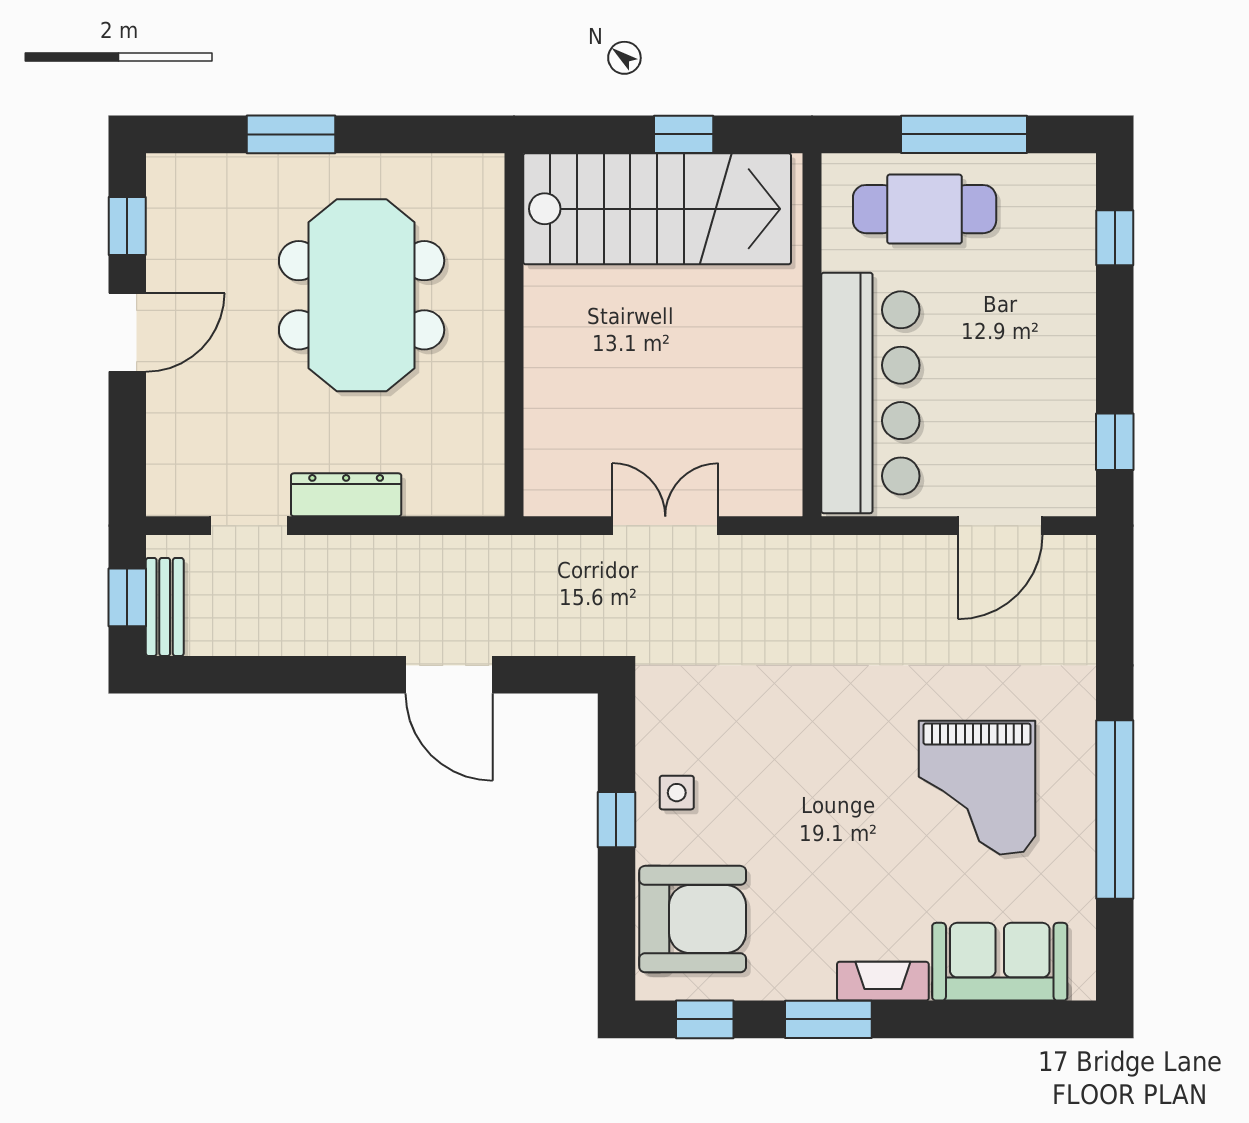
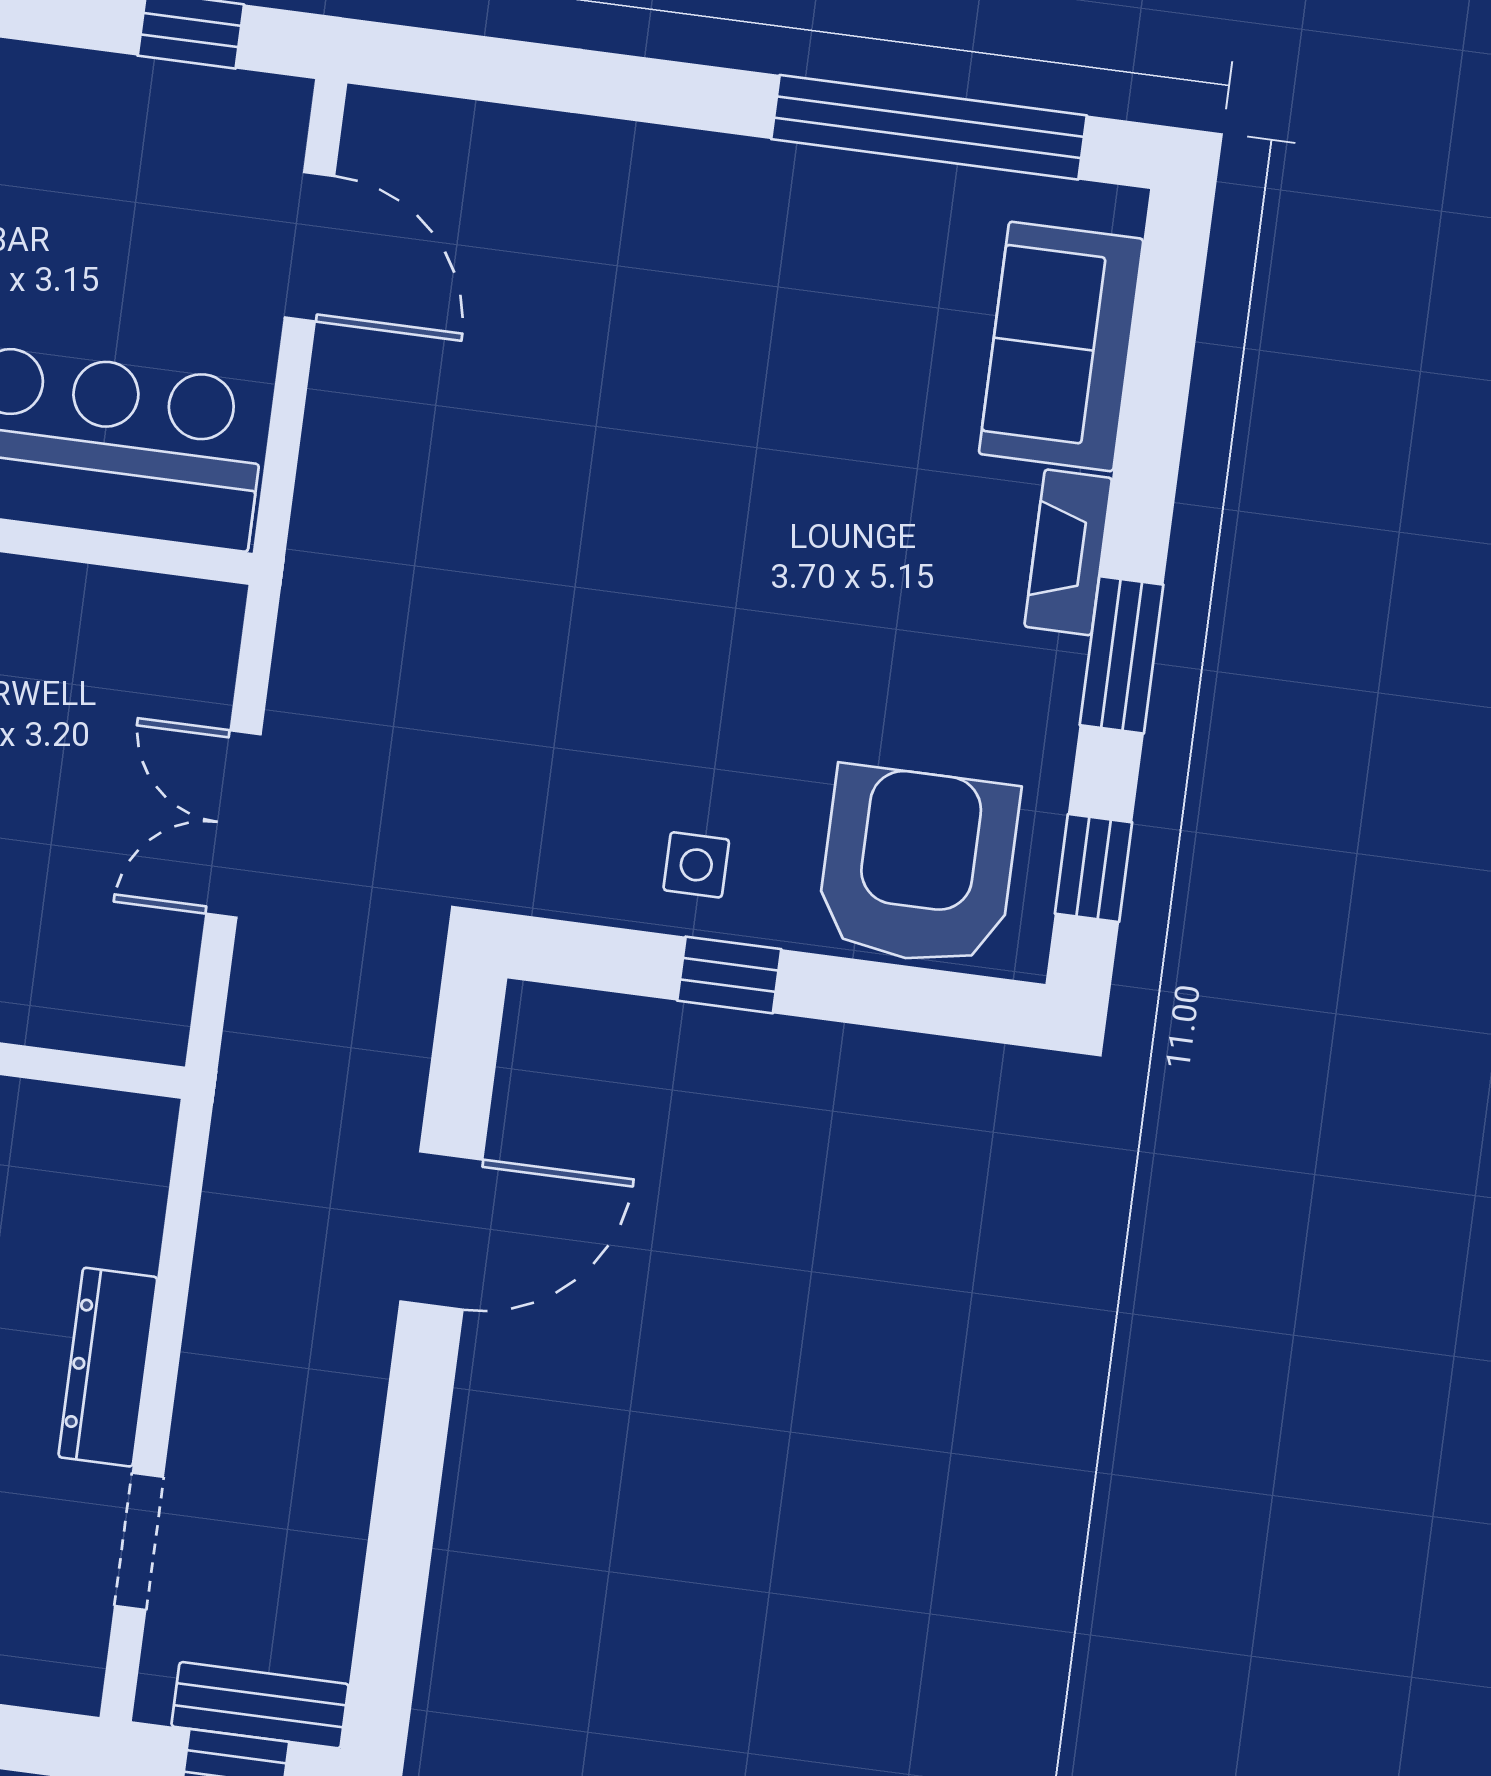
grand piano: (977, 788) -> (756, 346), removed
window: (1115, 810) -> (929, 127), moved

